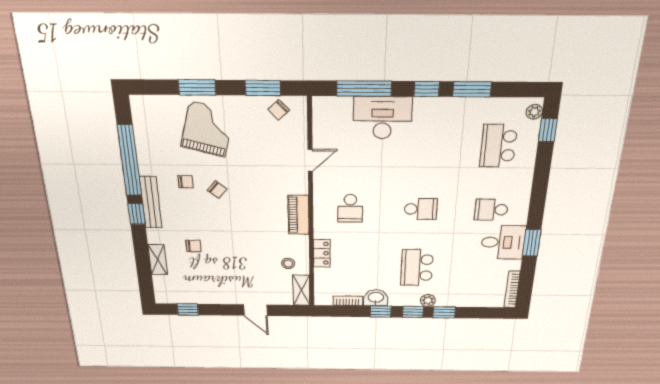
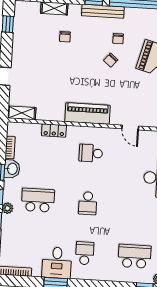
piano: (298, 215) -> (87, 114), width x1.37, depth x1.33
stool: (288, 263) -> (46, 105), removed

